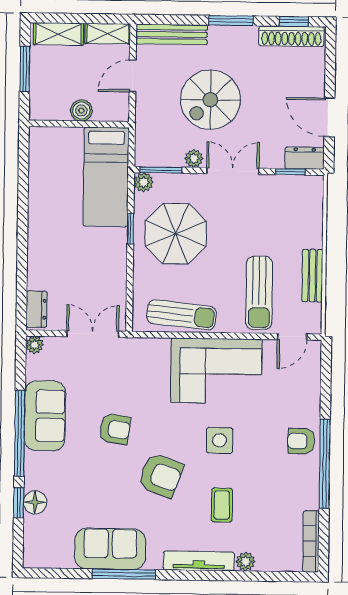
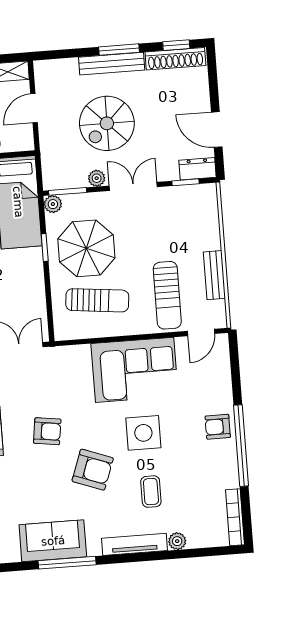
bench: (172, 34) -> (112, 64), moved
sun lounger: (182, 315) -> (97, 300), moved
side table: (220, 440) -> (143, 433), width x1.37, depth x1.37

